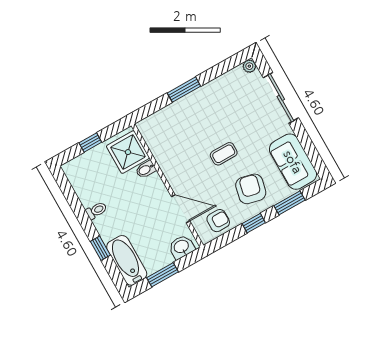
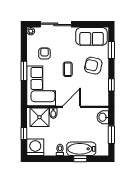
corner sofa: (176, 128) -> (41, 86), added
washing machine: (79, 171) -> (35, 147), added
door: (181, 209) -> (72, 107), moved
armchair: (218, 221) -> (44, 53), moved
window: (254, 223) -> (111, 85), moved
bathtub: (127, 260) -> (81, 149), moved

